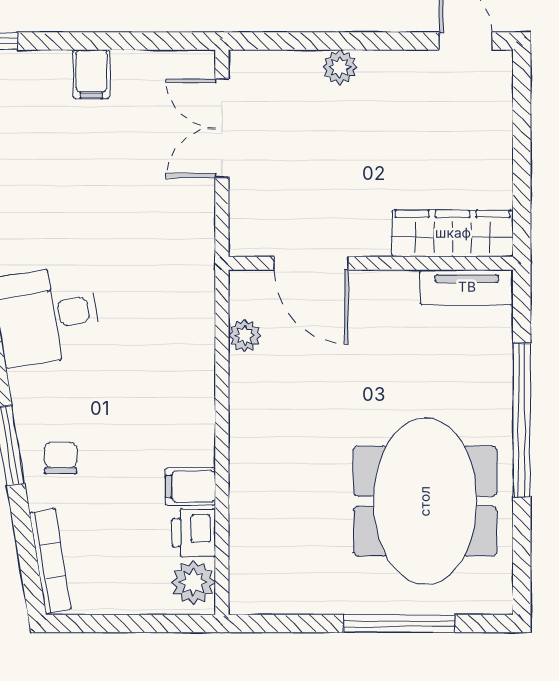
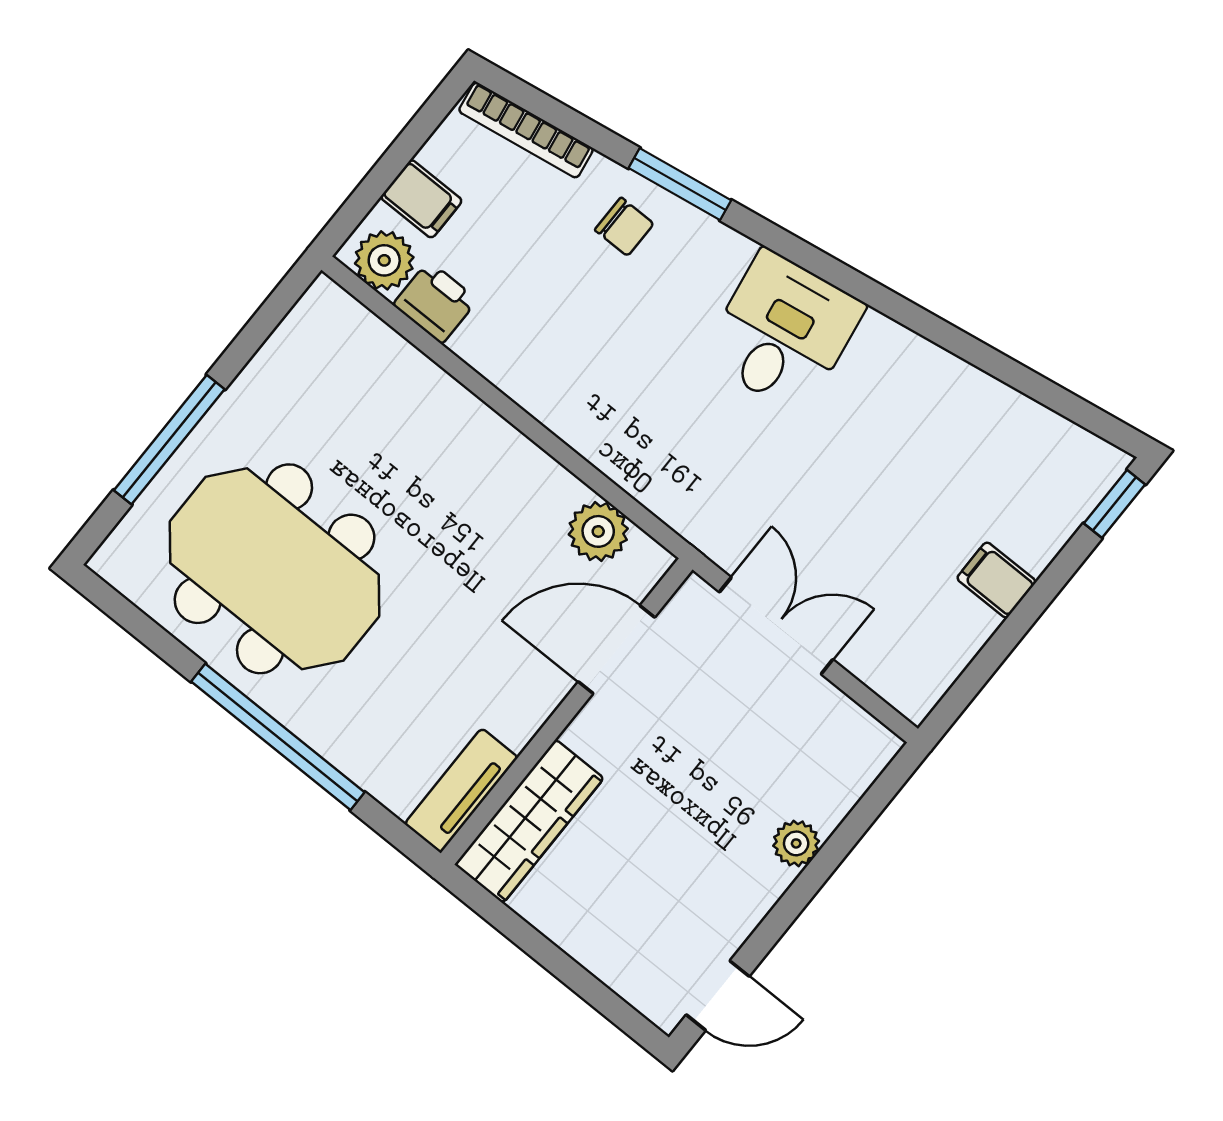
double door: (222, 128) -> (776, 626), moved
plant: (245, 336) -> (598, 531), width x1.38, depth x1.38
filing cabinet: (190, 487) -> (421, 199), moved, turned 90

